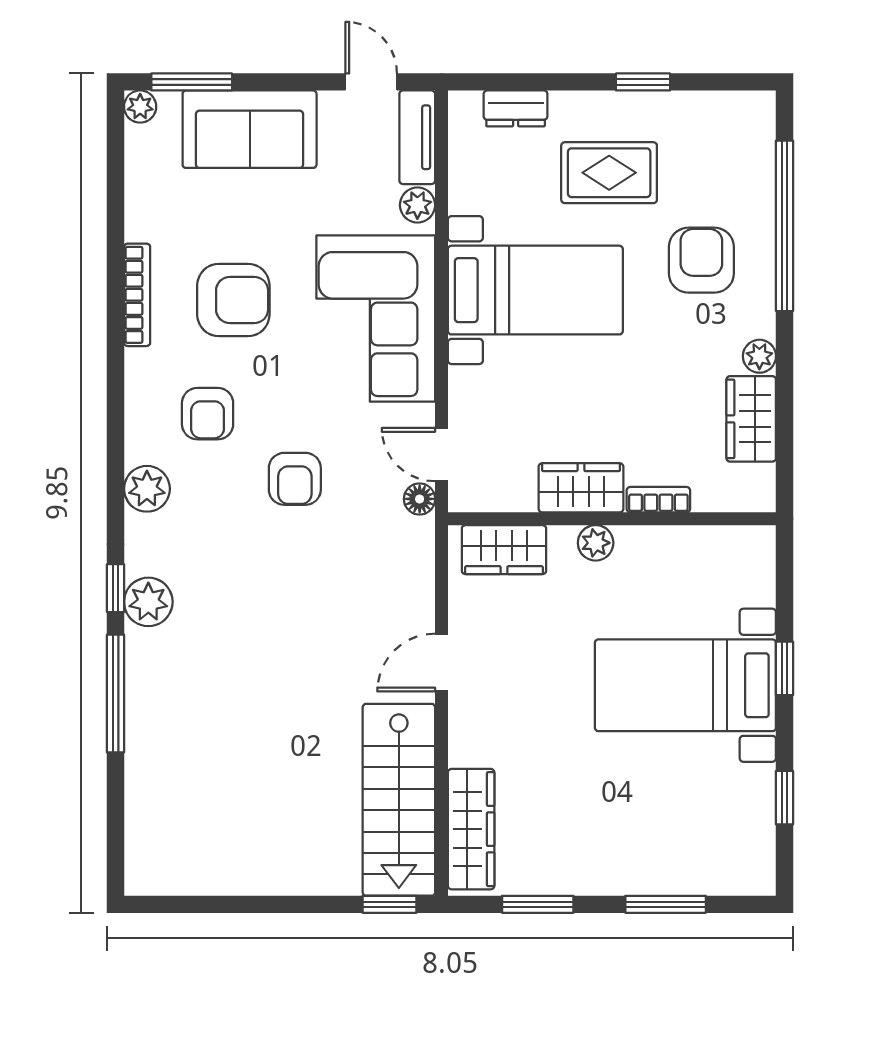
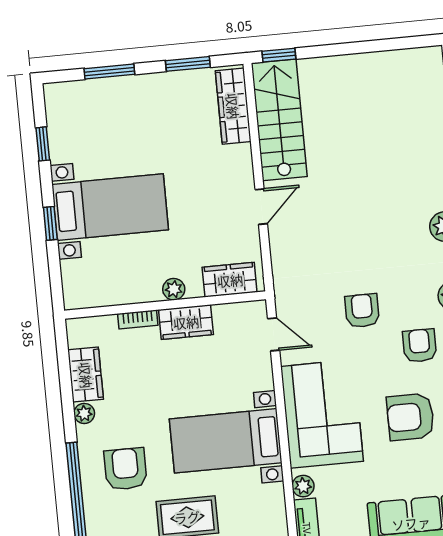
armchair: (701, 260) -> (125, 469), turned 180
floor lamp: (420, 499) -> (284, 306), removed

